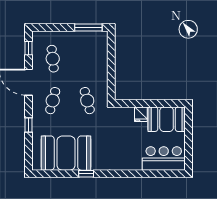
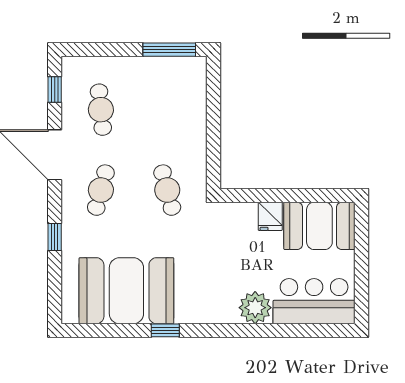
plant: (133, 162) -> (255, 308), added

